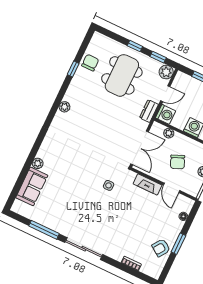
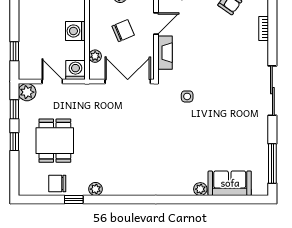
dining table: (122, 75) -> (55, 141), width x0.73
plant: (64, 107) -> (96, 189), moved
dresser: (149, 111) -> (81, 91), removed
window: (44, 230) -> (272, 164), moved

